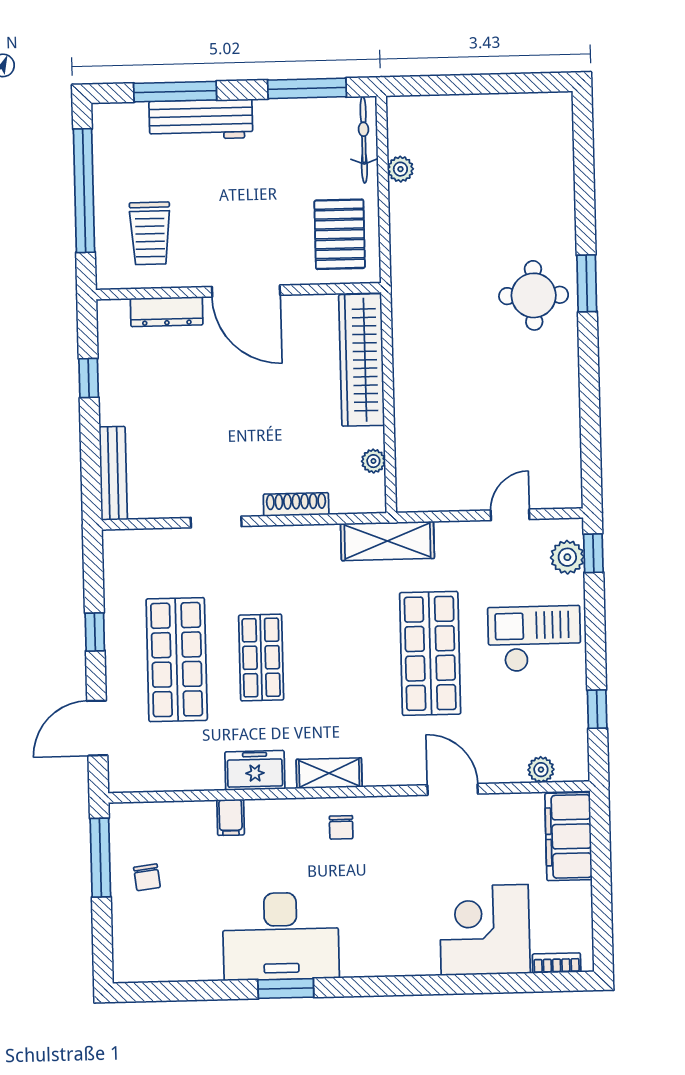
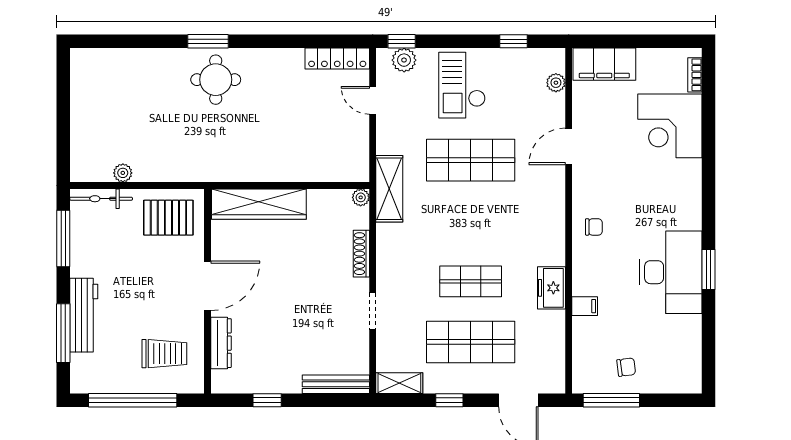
plant: (373, 461) -> (361, 197), moved
locker: (567, 464) -> (337, 59), added
shelving: (329, 773) -> (399, 383), moved, turned 90

